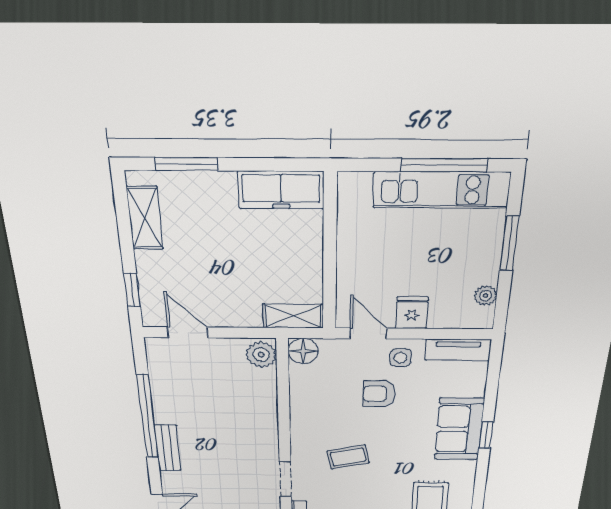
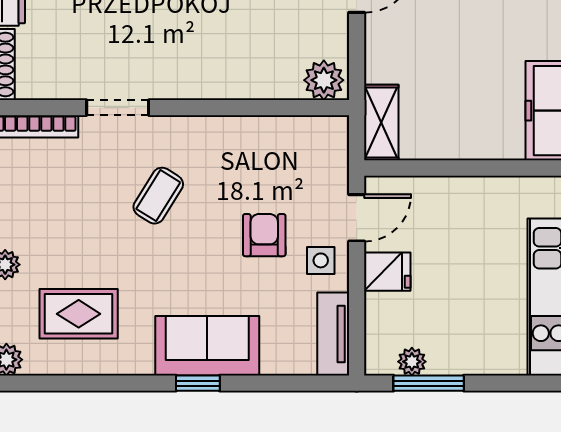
window: (509, 243) -> (429, 383), moved
floor lamp: (303, 351) -> (330, 134), removed
coffee table: (348, 457) -> (158, 196), turned 44

